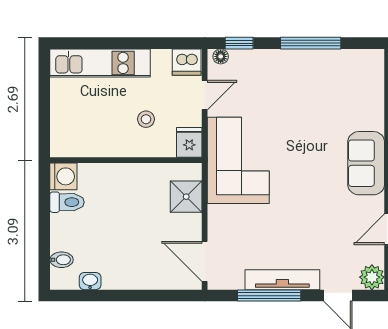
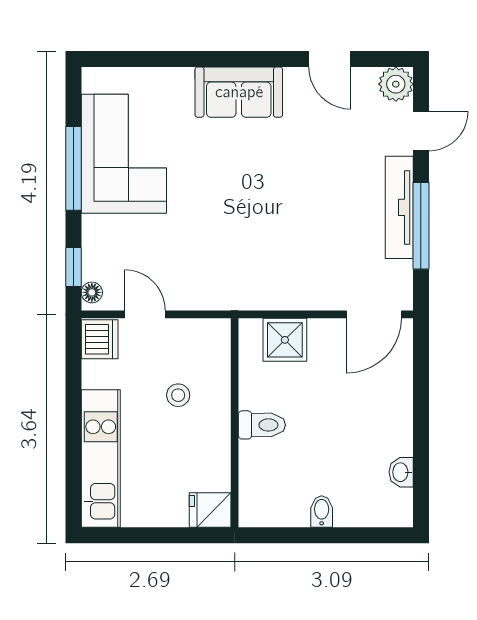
fridge: (189, 142) -> (210, 510), moved
corner sofa: (238, 160) -> (124, 154), moved, turned 90
washing machine: (63, 176) -> (257, 509), removed
toilet: (67, 202) -> (262, 425), moved, turned 90
bidet: (62, 260) -> (322, 511), moved

